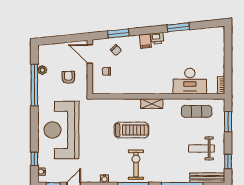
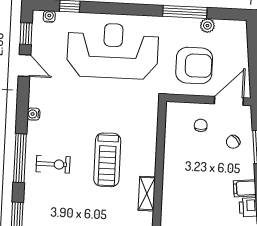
armchair: (68, 77) -> (194, 65), width x1.88, depth x1.88
window: (34, 85) -> (185, 12), width x0.68
exercise bike: (136, 165) -> (53, 164), width x0.73, depth x0.72

